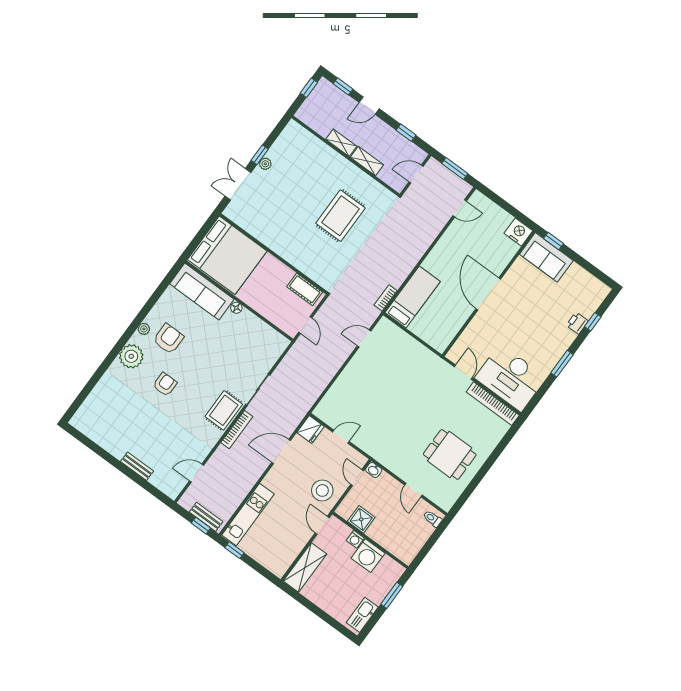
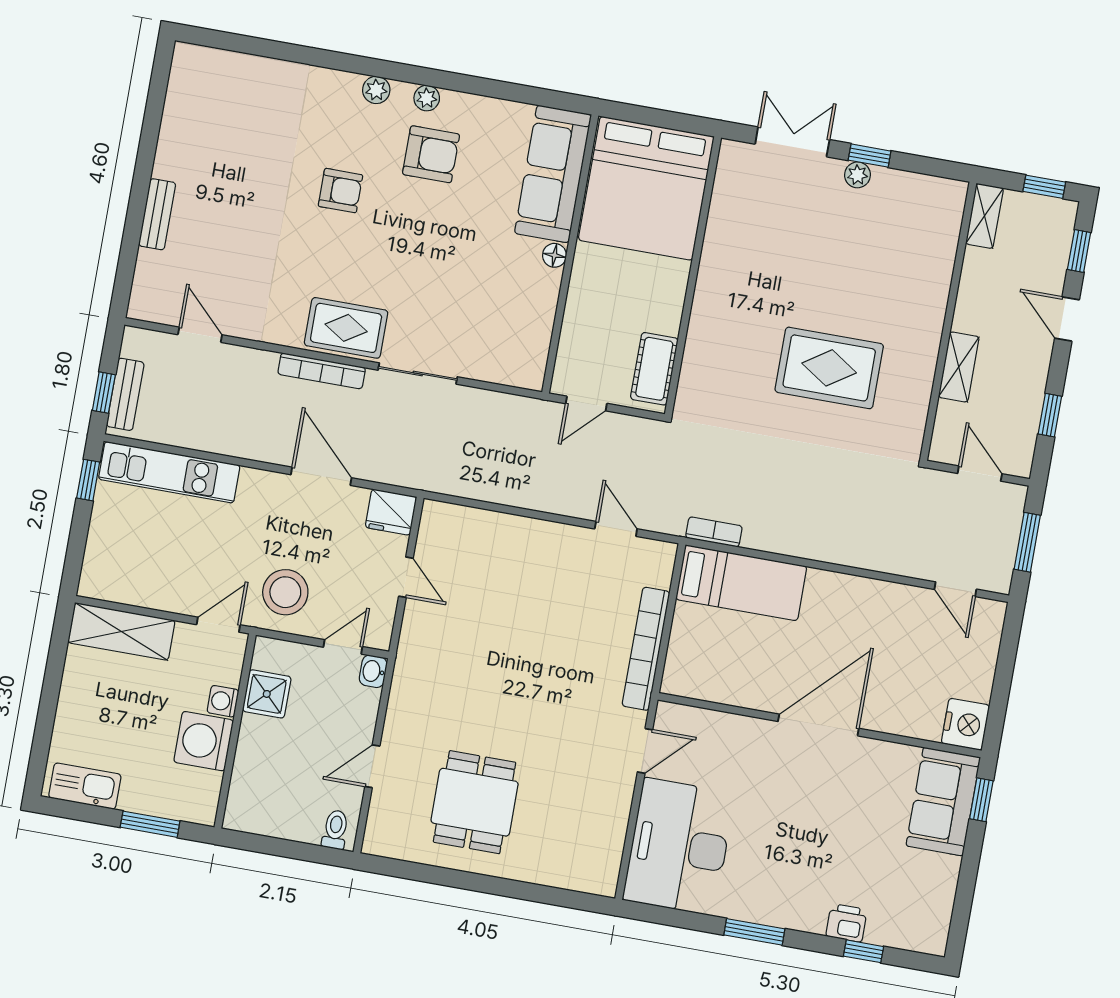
shelving: (341, 143) -> (985, 216), moved
plant: (131, 356) -> (376, 90), width x0.53, depth x0.53
bookcase: (493, 404) -> (646, 649), moved

